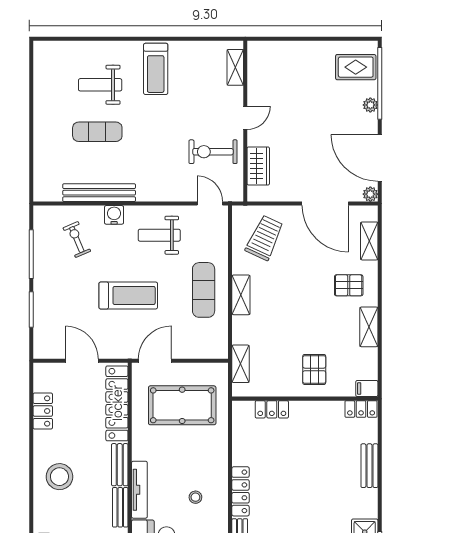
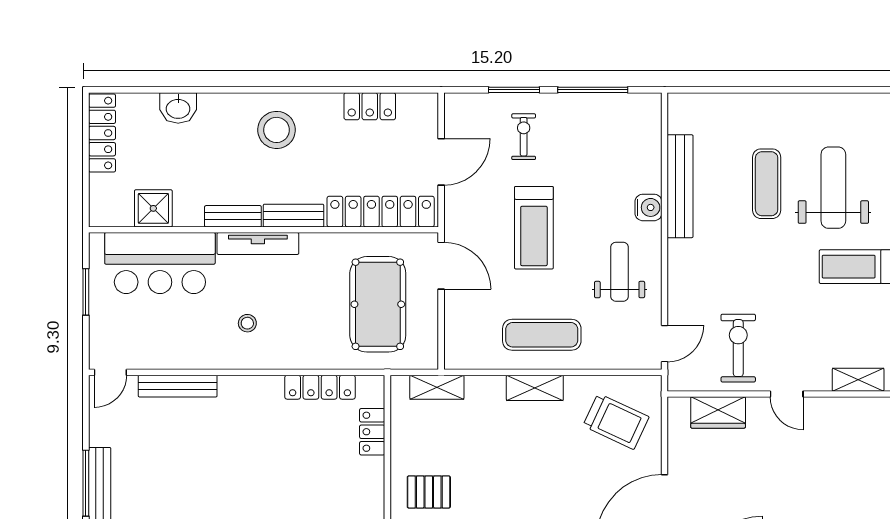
weight bench: (100, 85) -> (833, 188), width x1.36, depth x1.33
exercise bike: (77, 240) -> (524, 137), moved, turned -67
locker: (240, 491) -> (320, 387), moved

